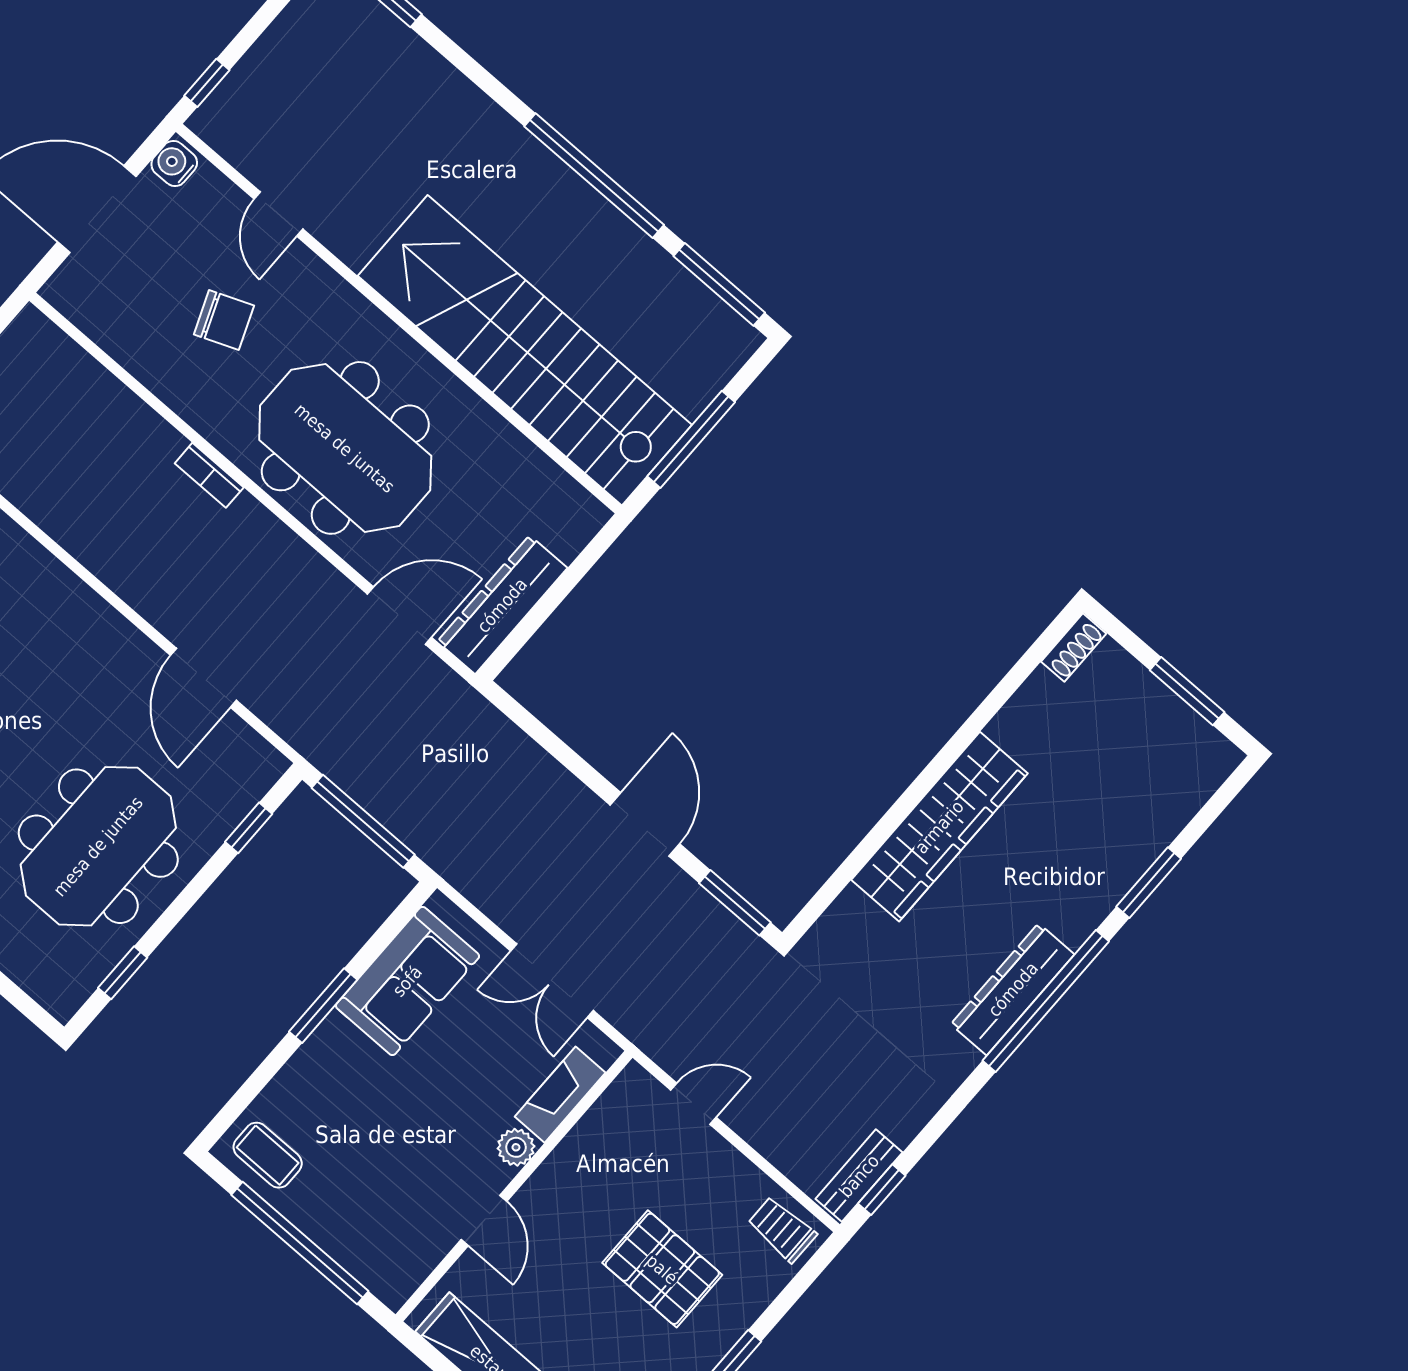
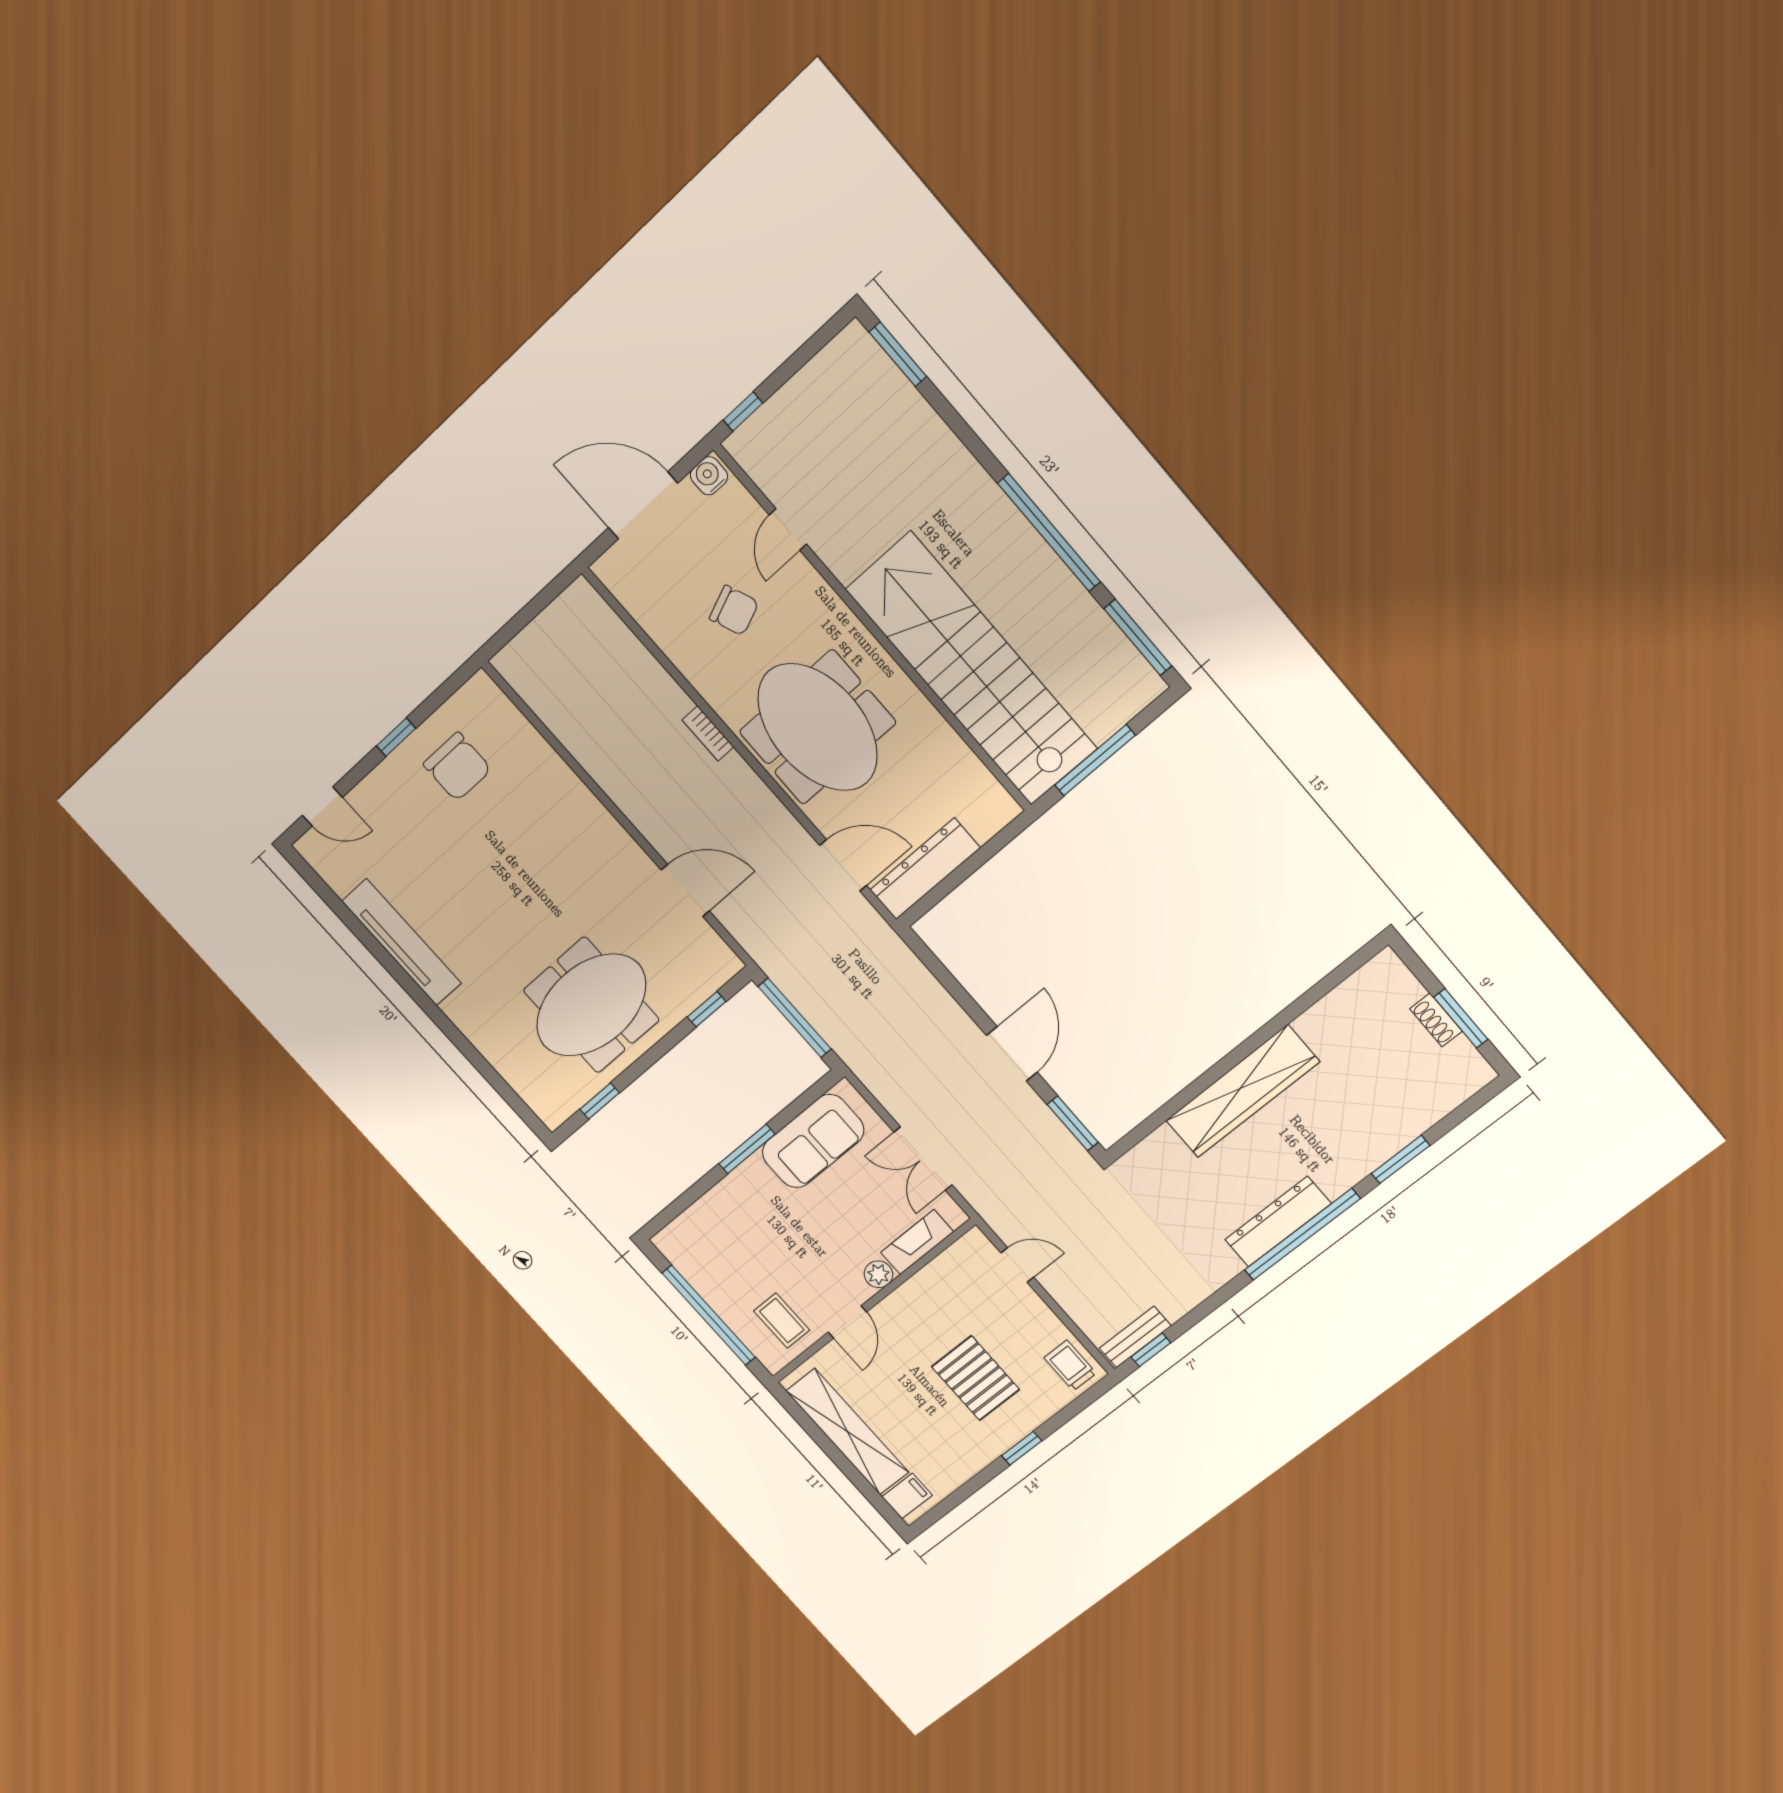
shoe rack: (1074, 648) -> (1436, 1020), moved, turned 90
door: (203, 678) -> (685, 890), swing flipped
coffee table: (268, 1155) -> (782, 1321), moved

